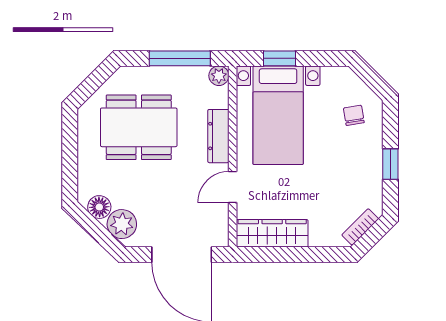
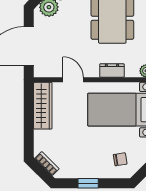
dresser: (218, 136) -> (112, 70), width x0.70

